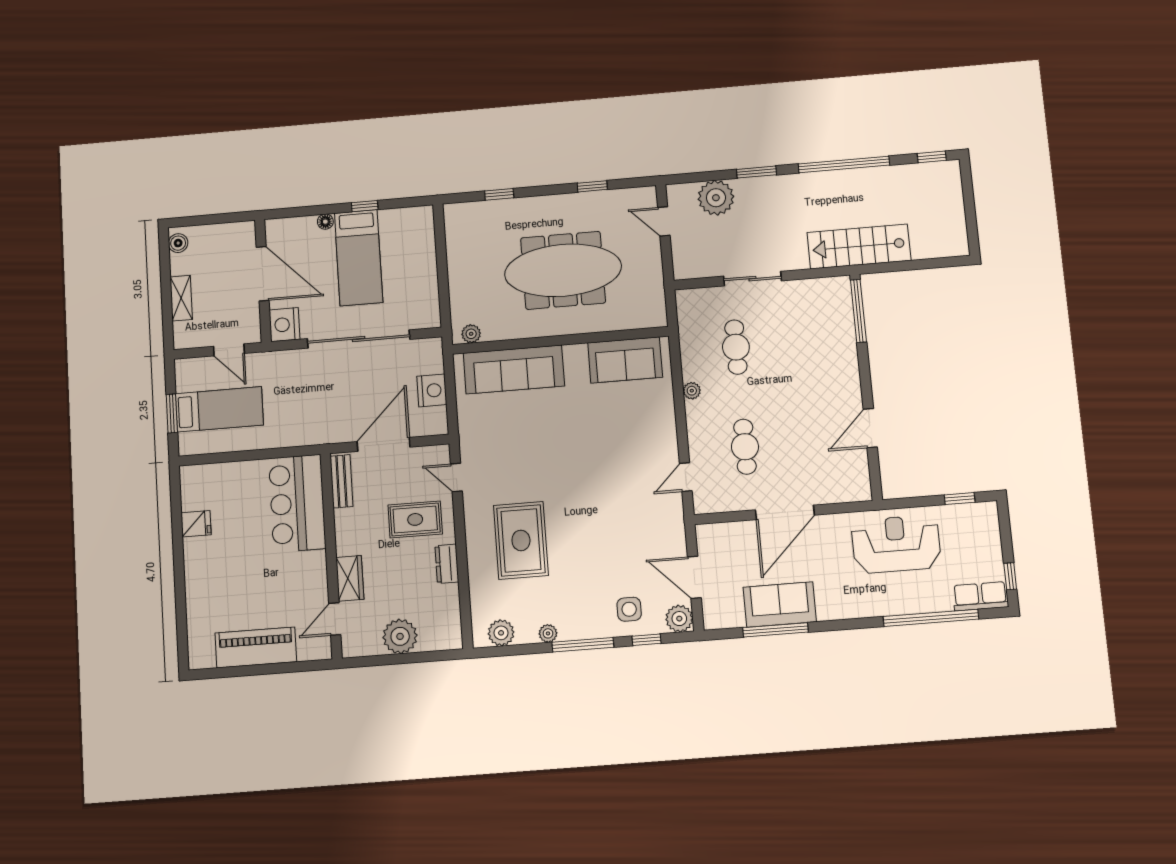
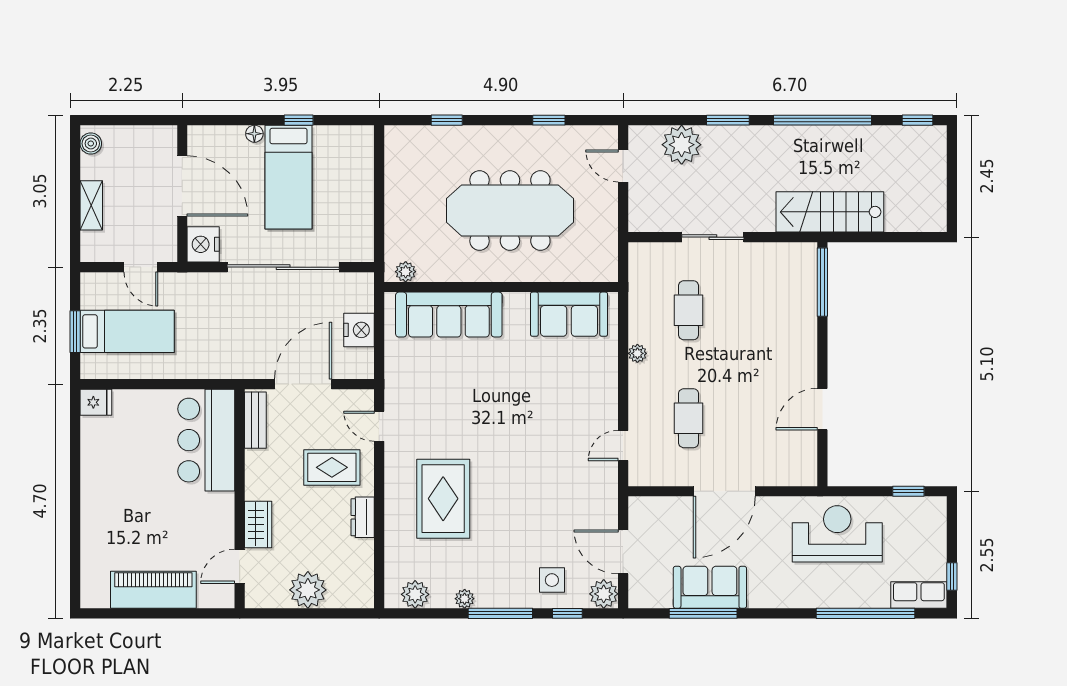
fridge: (196, 524) -> (96, 402), moved

